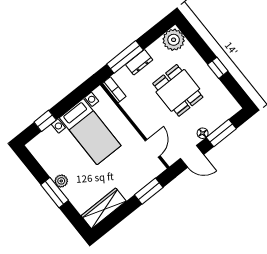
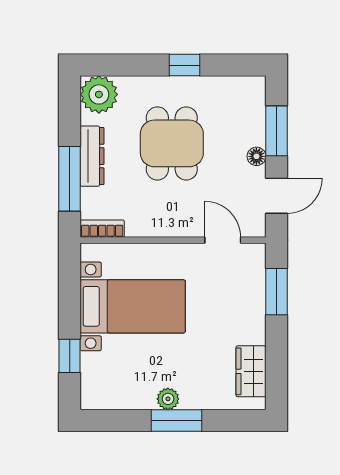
dresser: (139, 62) -> (92, 156), width x1.44
dining table: (178, 90) -> (172, 143), turned 90
wardrobe: (104, 208) -> (251, 371), width x0.67

